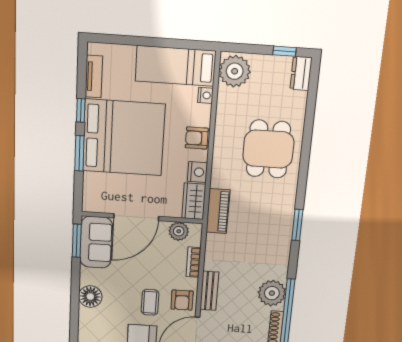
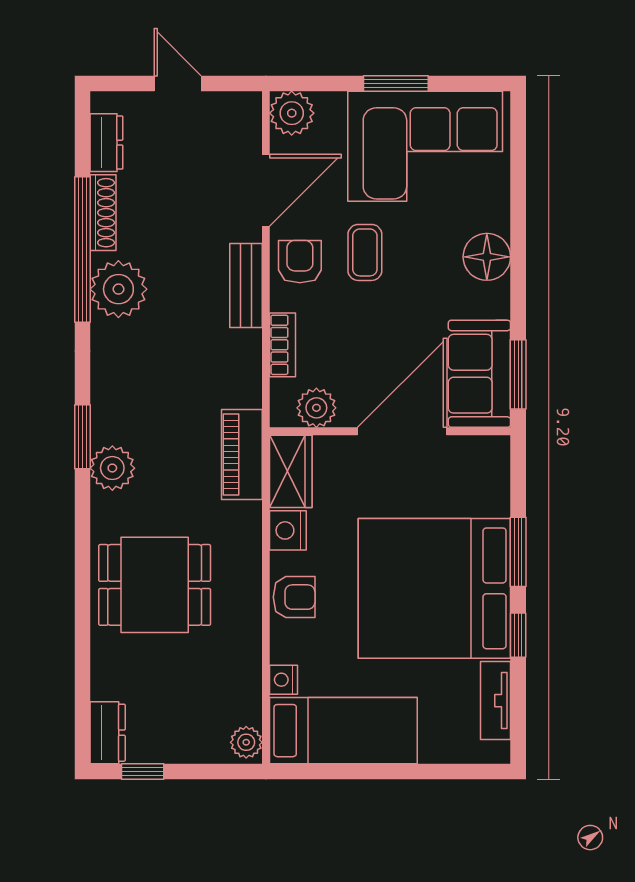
plant: (235, 71) -> (246, 742), width x0.53, depth x0.53
dining table: (268, 149) -> (155, 585), turned 90
plant: (284, 209) -> (112, 468), added

